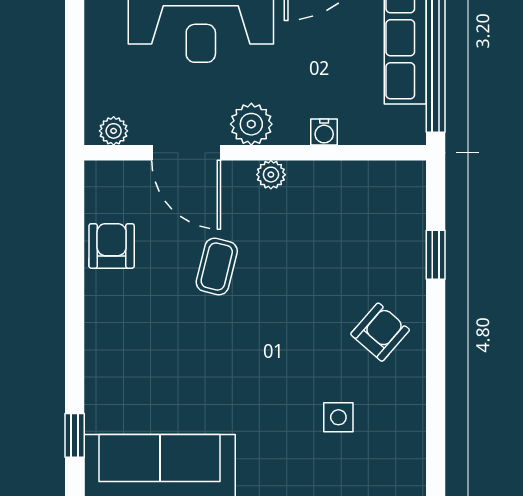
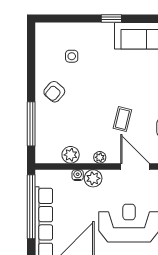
plant: (251, 124) -> (93, 178), moved
plant: (341, 181) -> (71, 155), added
window: (436, 255) -> (31, 124), width x2.17

